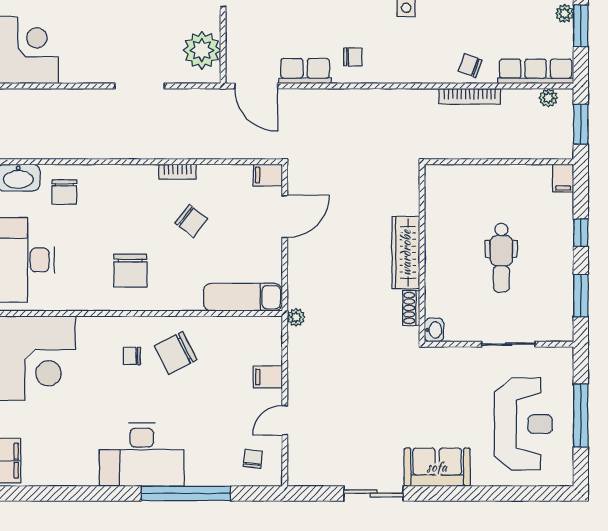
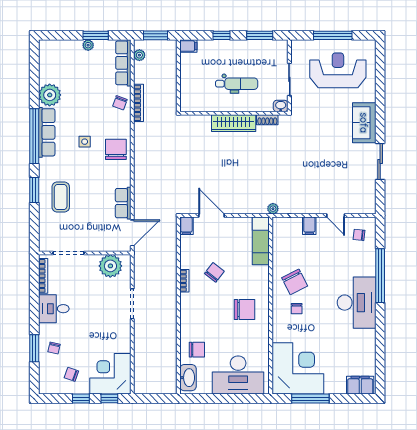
chair: (353, 57) -> (116, 149), moved, width x1.87, depth x1.87
wardrobe: (406, 253) -> (234, 123), moved
wall: (422, 253) -> (234, 113), moved
shoe rack: (411, 308) -> (267, 120), moved
washbasin: (434, 330) -> (281, 106), moved

